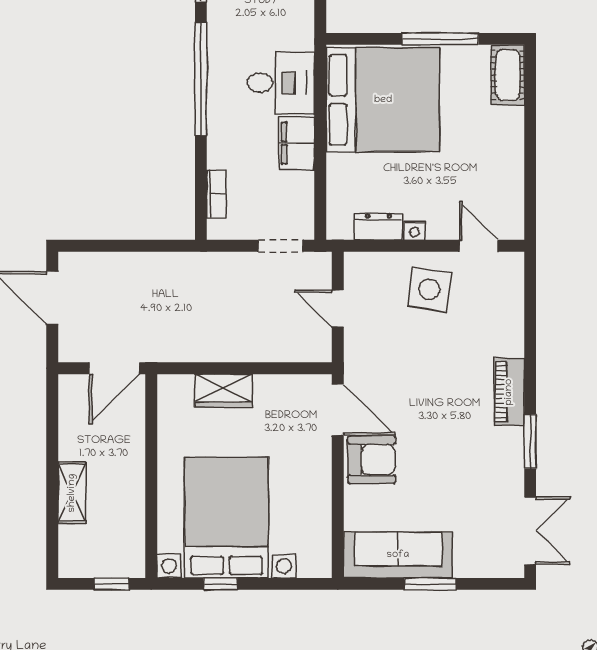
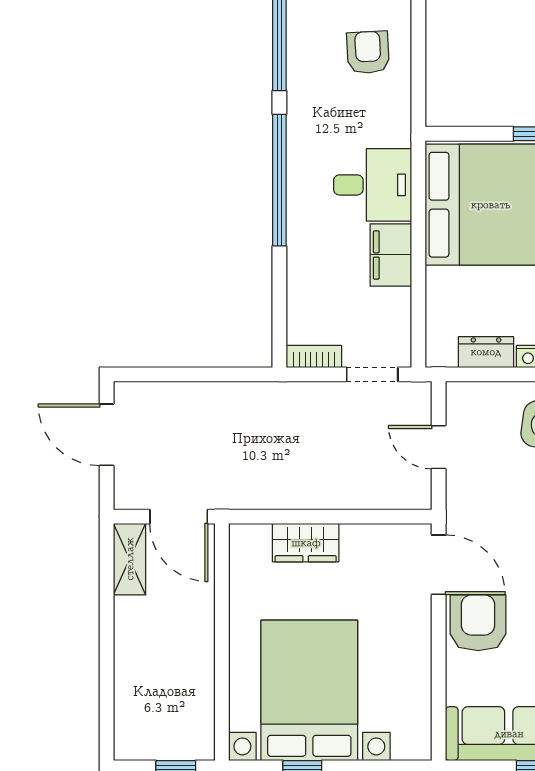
bookcase: (216, 194) -> (314, 356), moved, turned -90
door: (114, 368) -> (179, 517), hinge flipped
armchair: (372, 460) -> (478, 623), turned -90
shelving: (72, 493) -> (130, 559), moved

